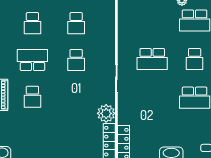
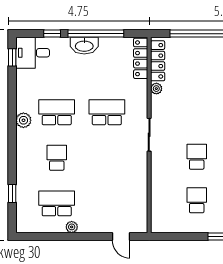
school desk: (152, 59) -> (107, 112), moved
plant: (106, 113) -> (156, 89), width x0.53, depth x0.53

